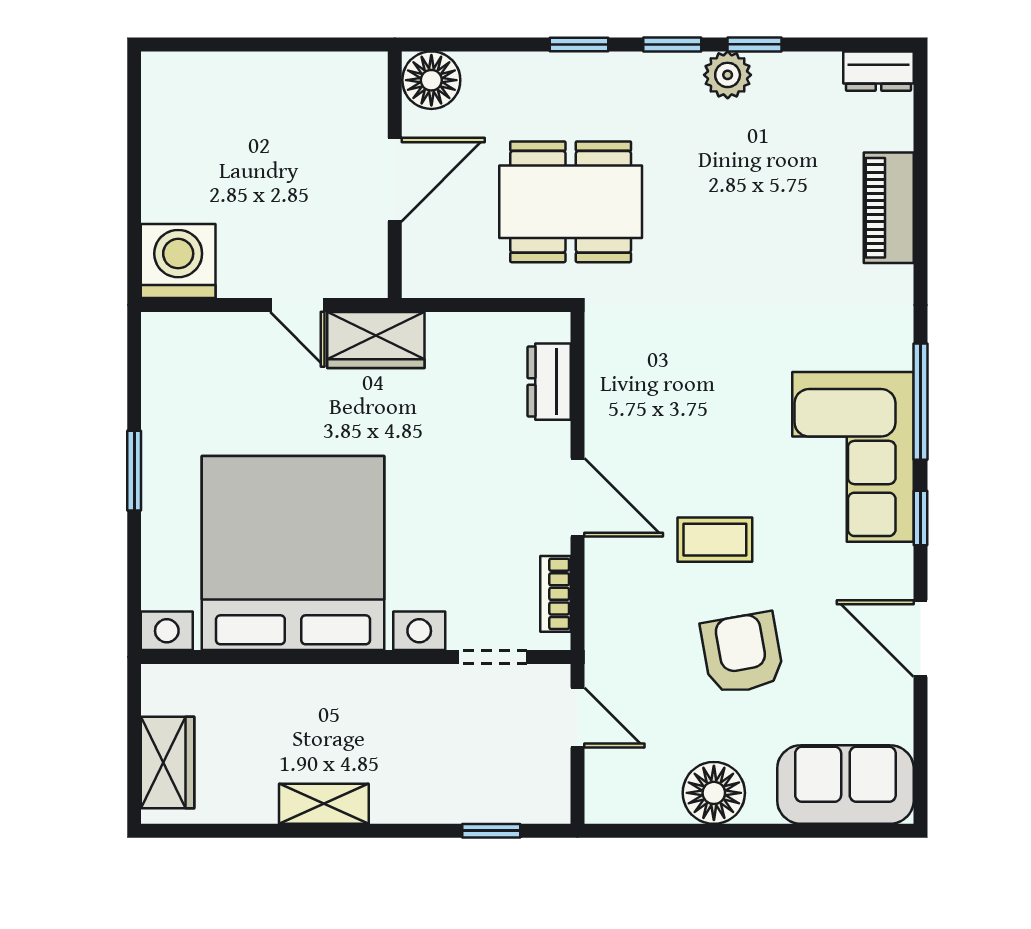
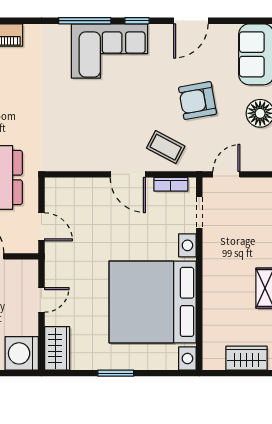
door: (461, 305) -> (41, 227), added
wardrobe: (376, 340) -> (57, 348), moved
dresser: (549, 382) -> (76, 187), removed
door: (578, 497) -> (128, 174), swing flipped
coffee table: (715, 540) -> (166, 147), moved, turned -62

